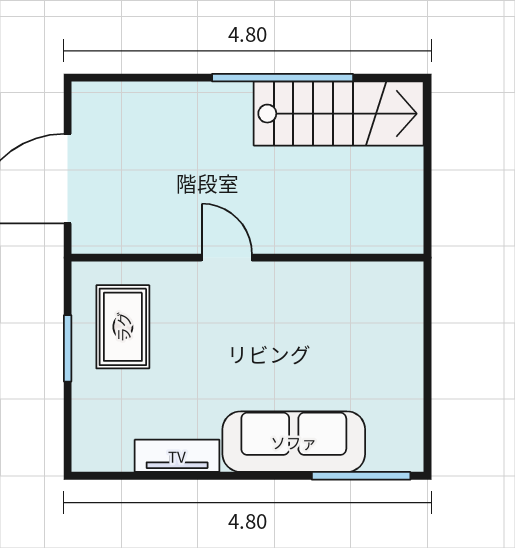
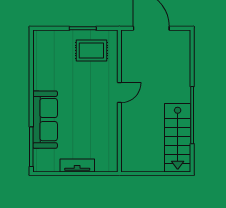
tv unit: (177, 456) -> (77, 166), moved, turned -90

